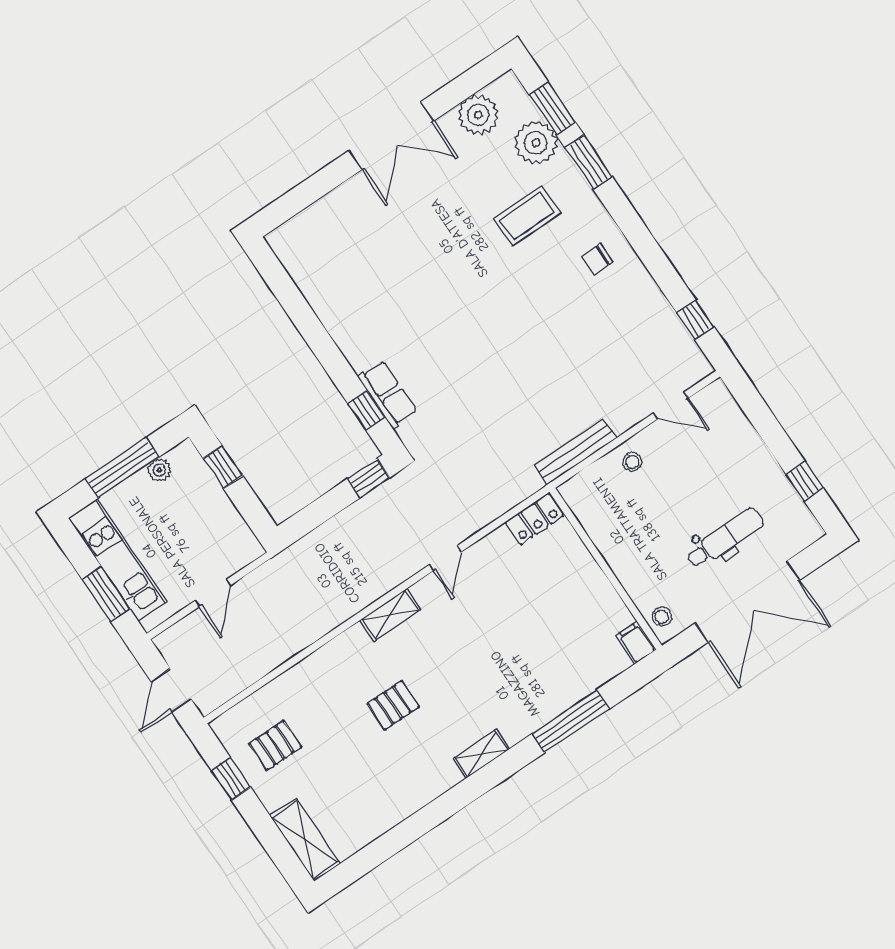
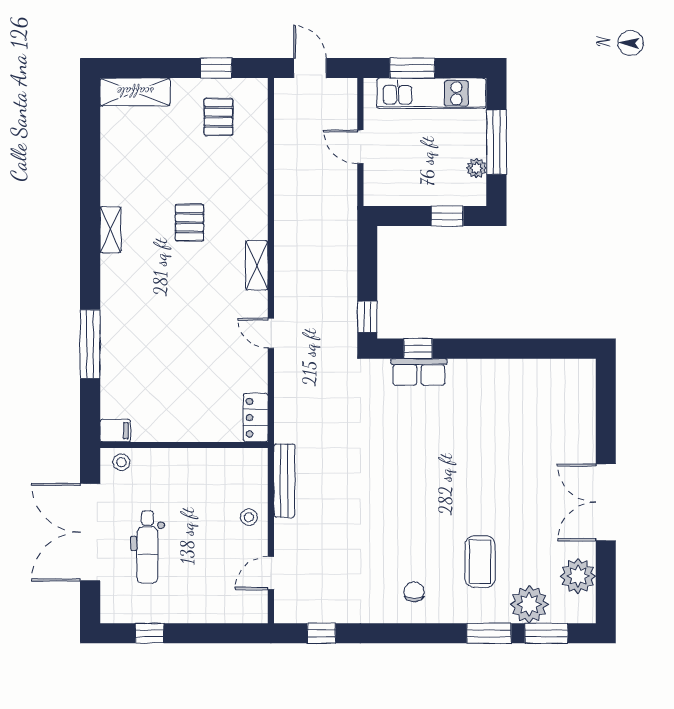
shelving: (482, 754) -> (110, 230), moved

